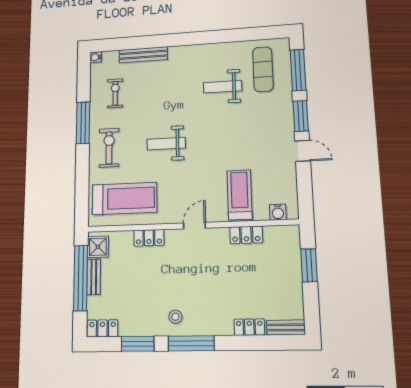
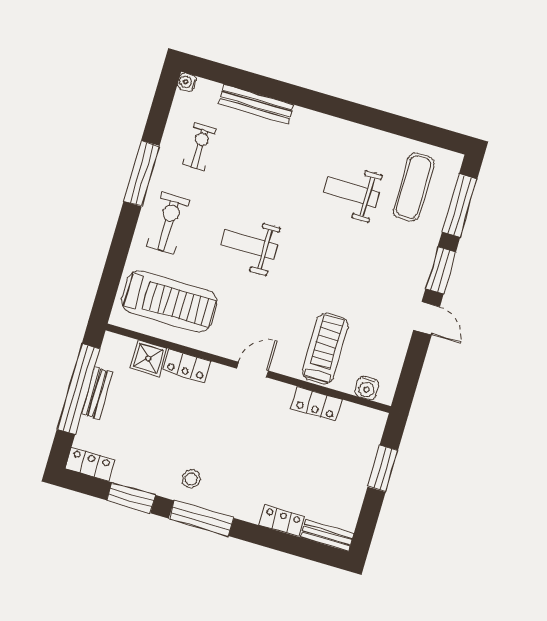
shower: (98, 247) -> (148, 358), moved

